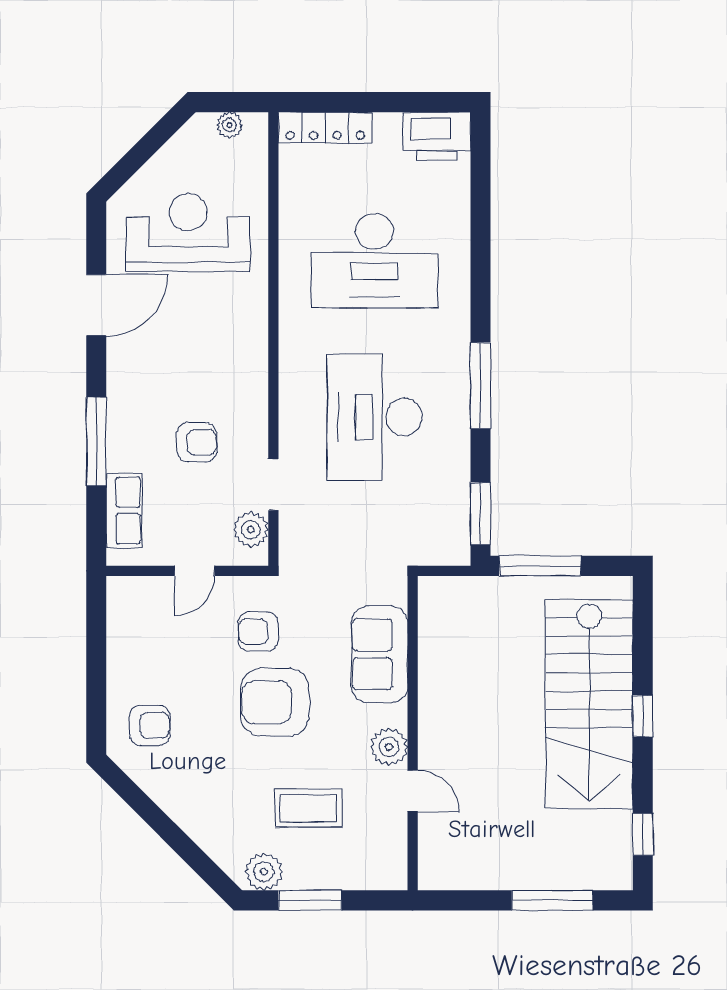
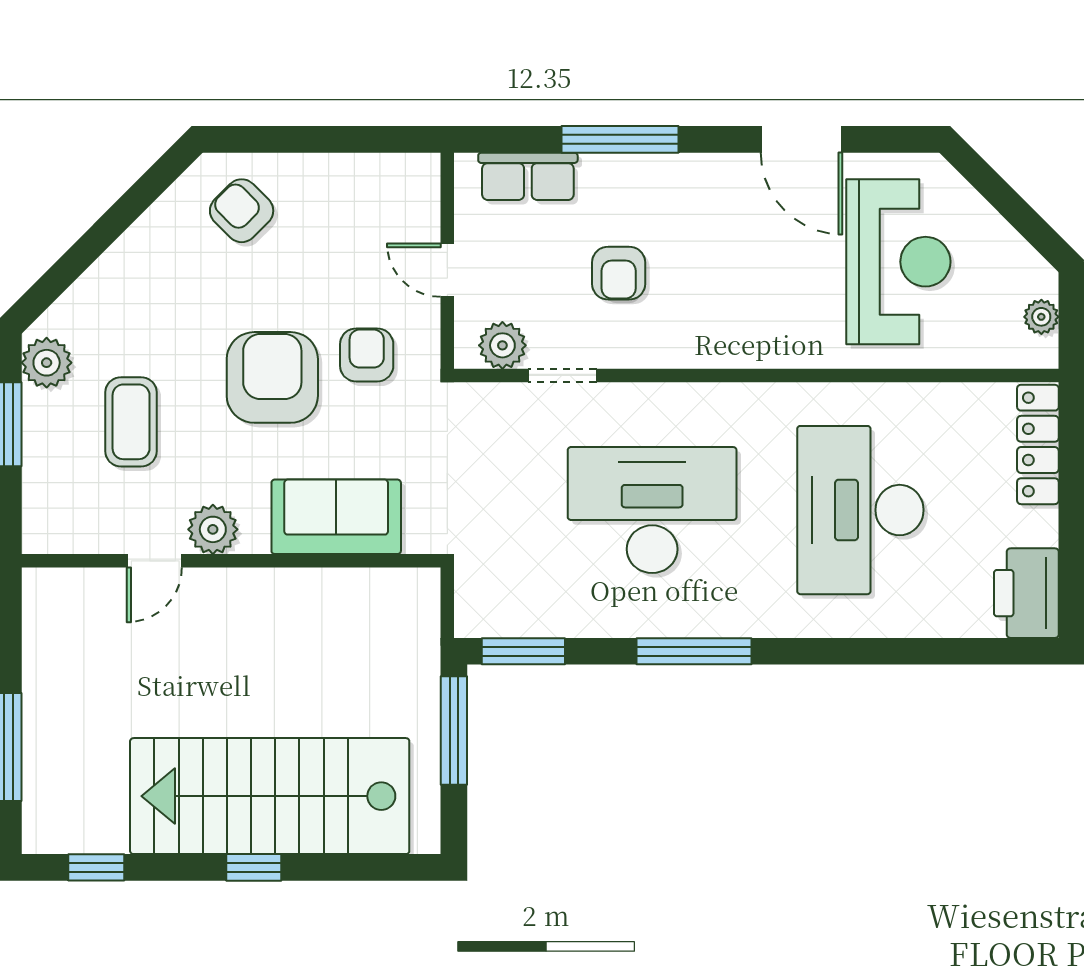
armchair: (150, 725) -> (242, 211), turned 135

